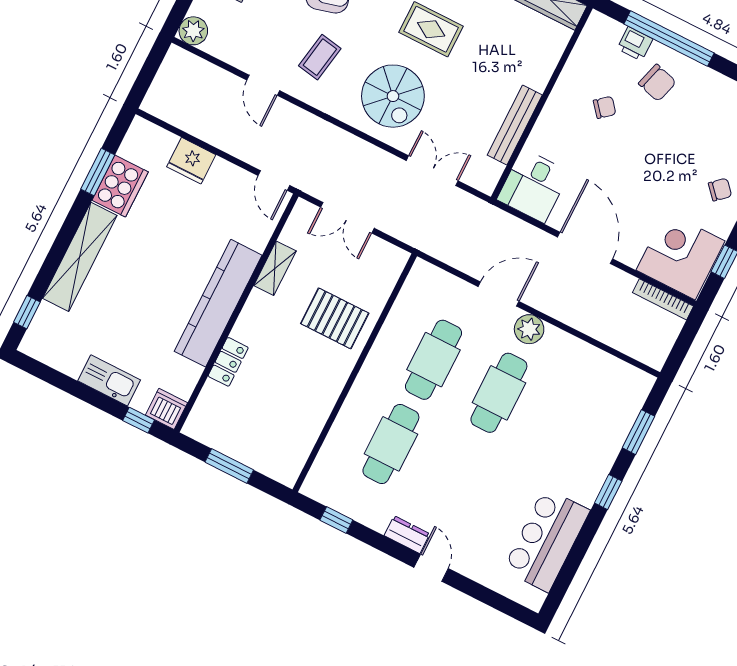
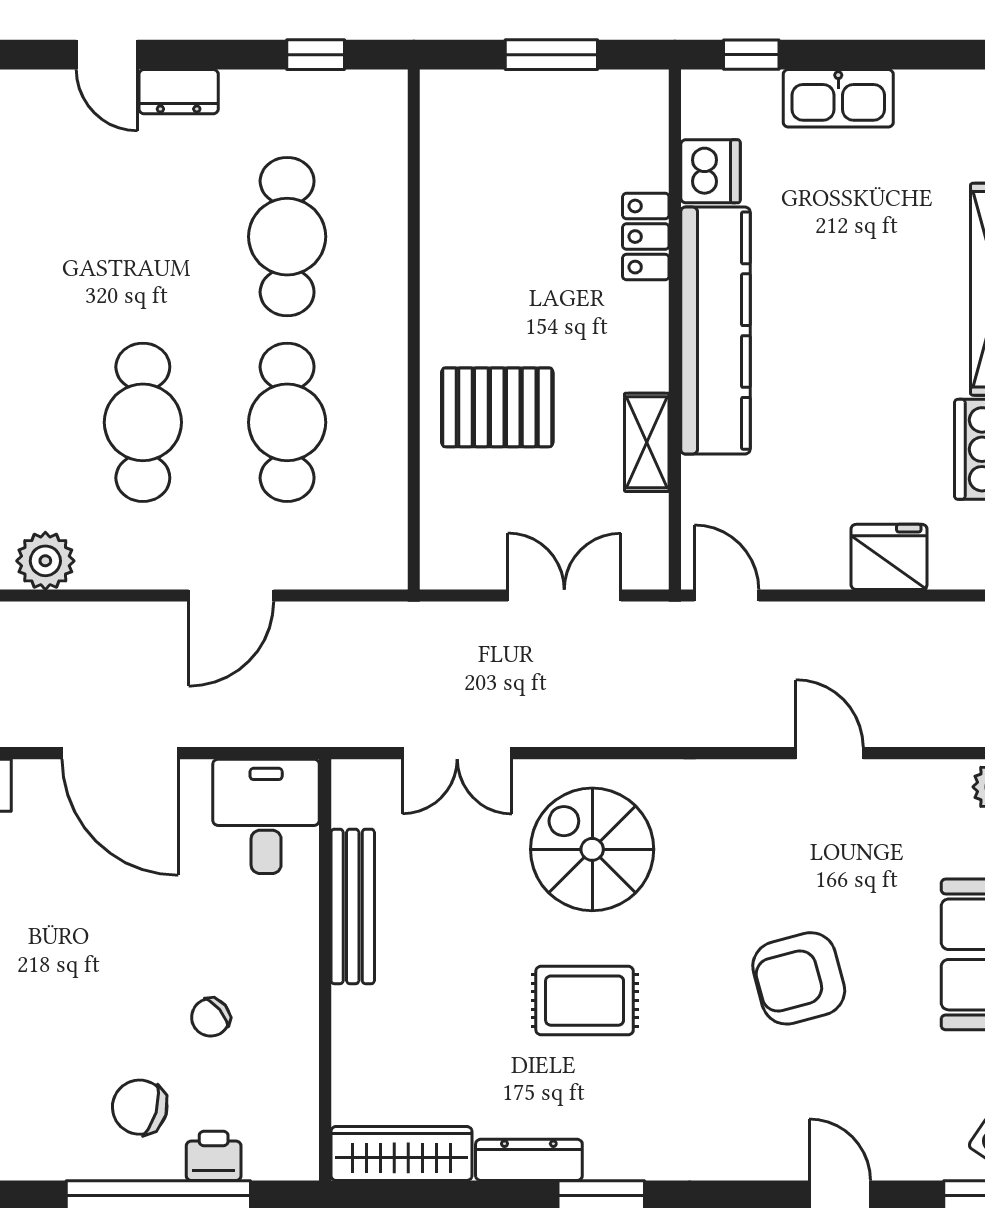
coffee table: (320, 57) -> (755, 853), removed
plant: (529, 329) -> (45, 561), moved
dishwasher: (166, 409) -> (710, 171), moved, turned -90

